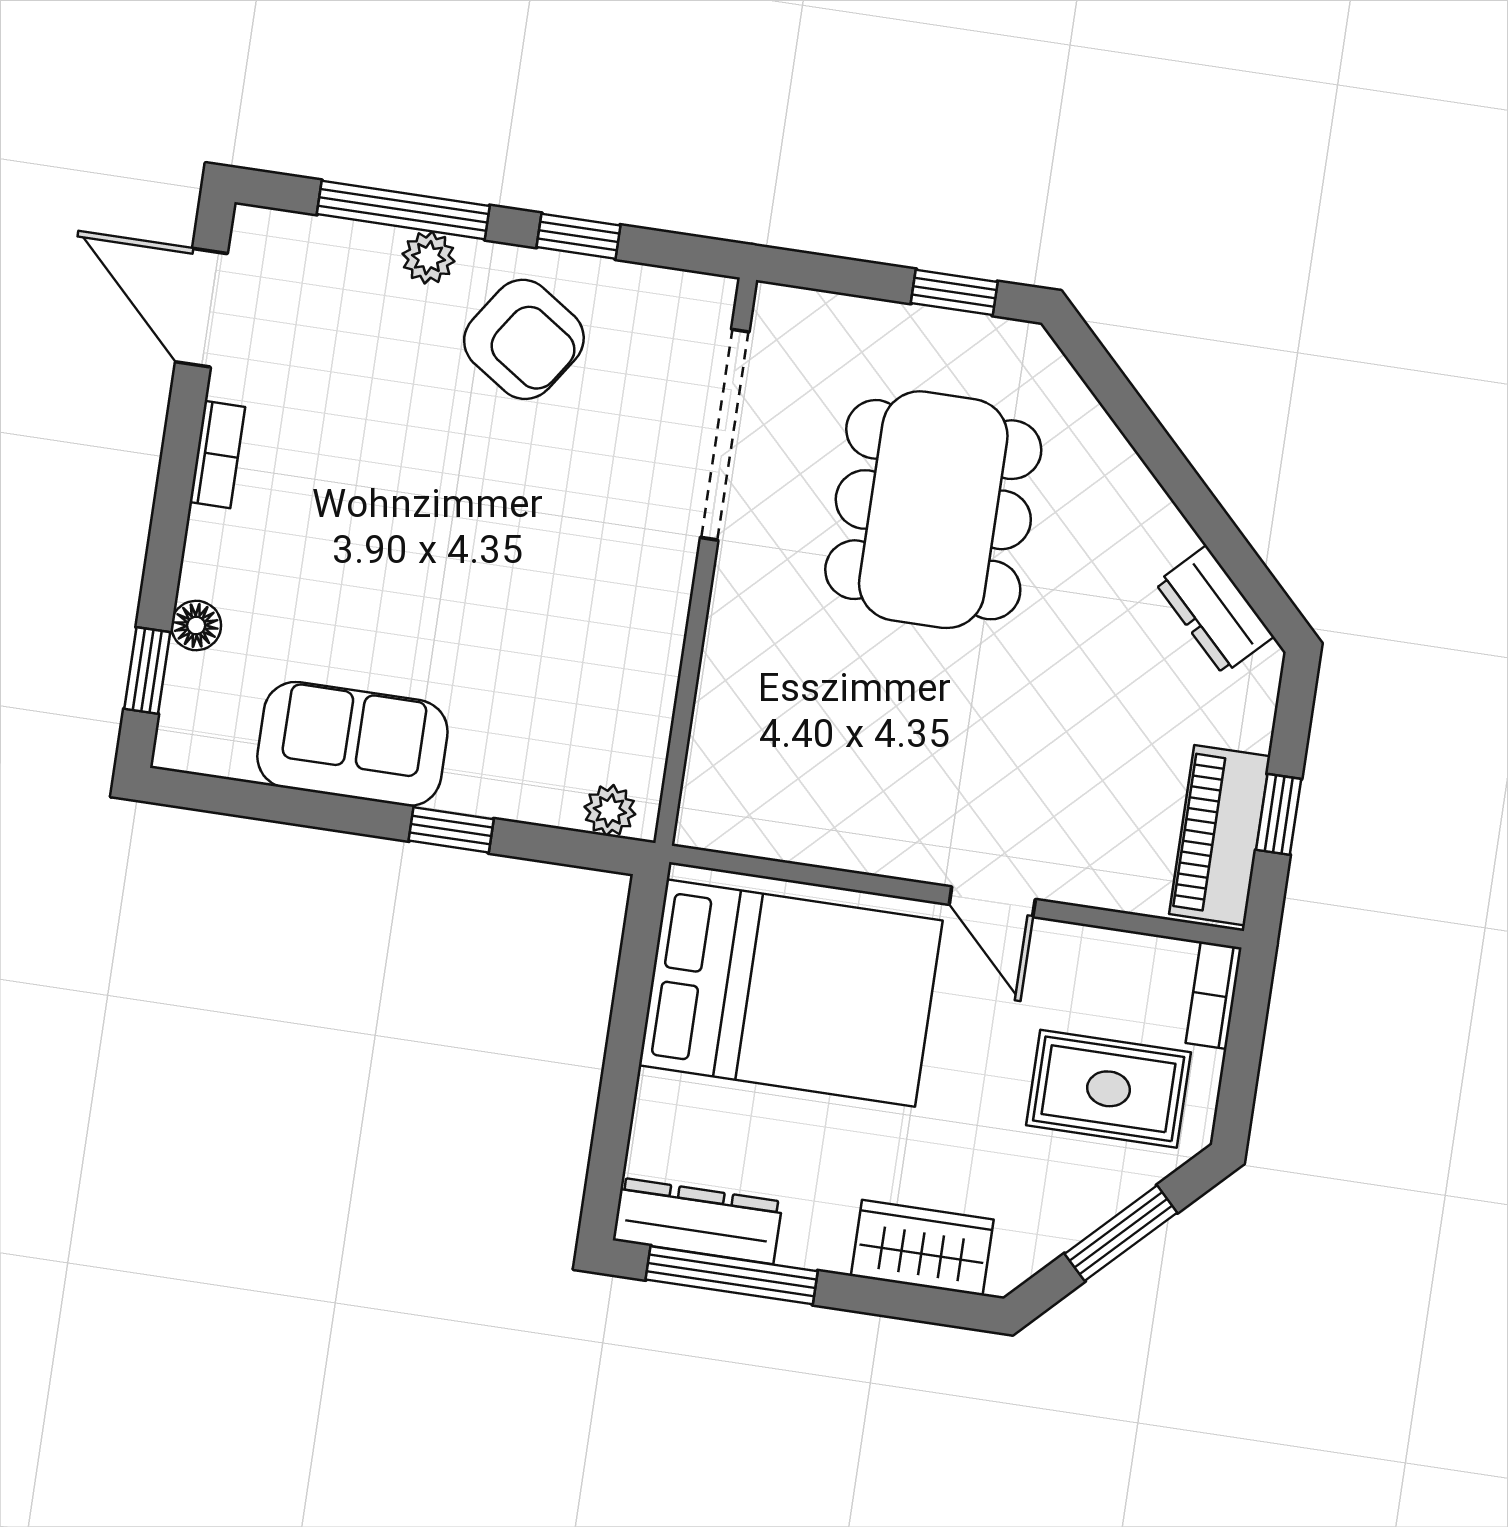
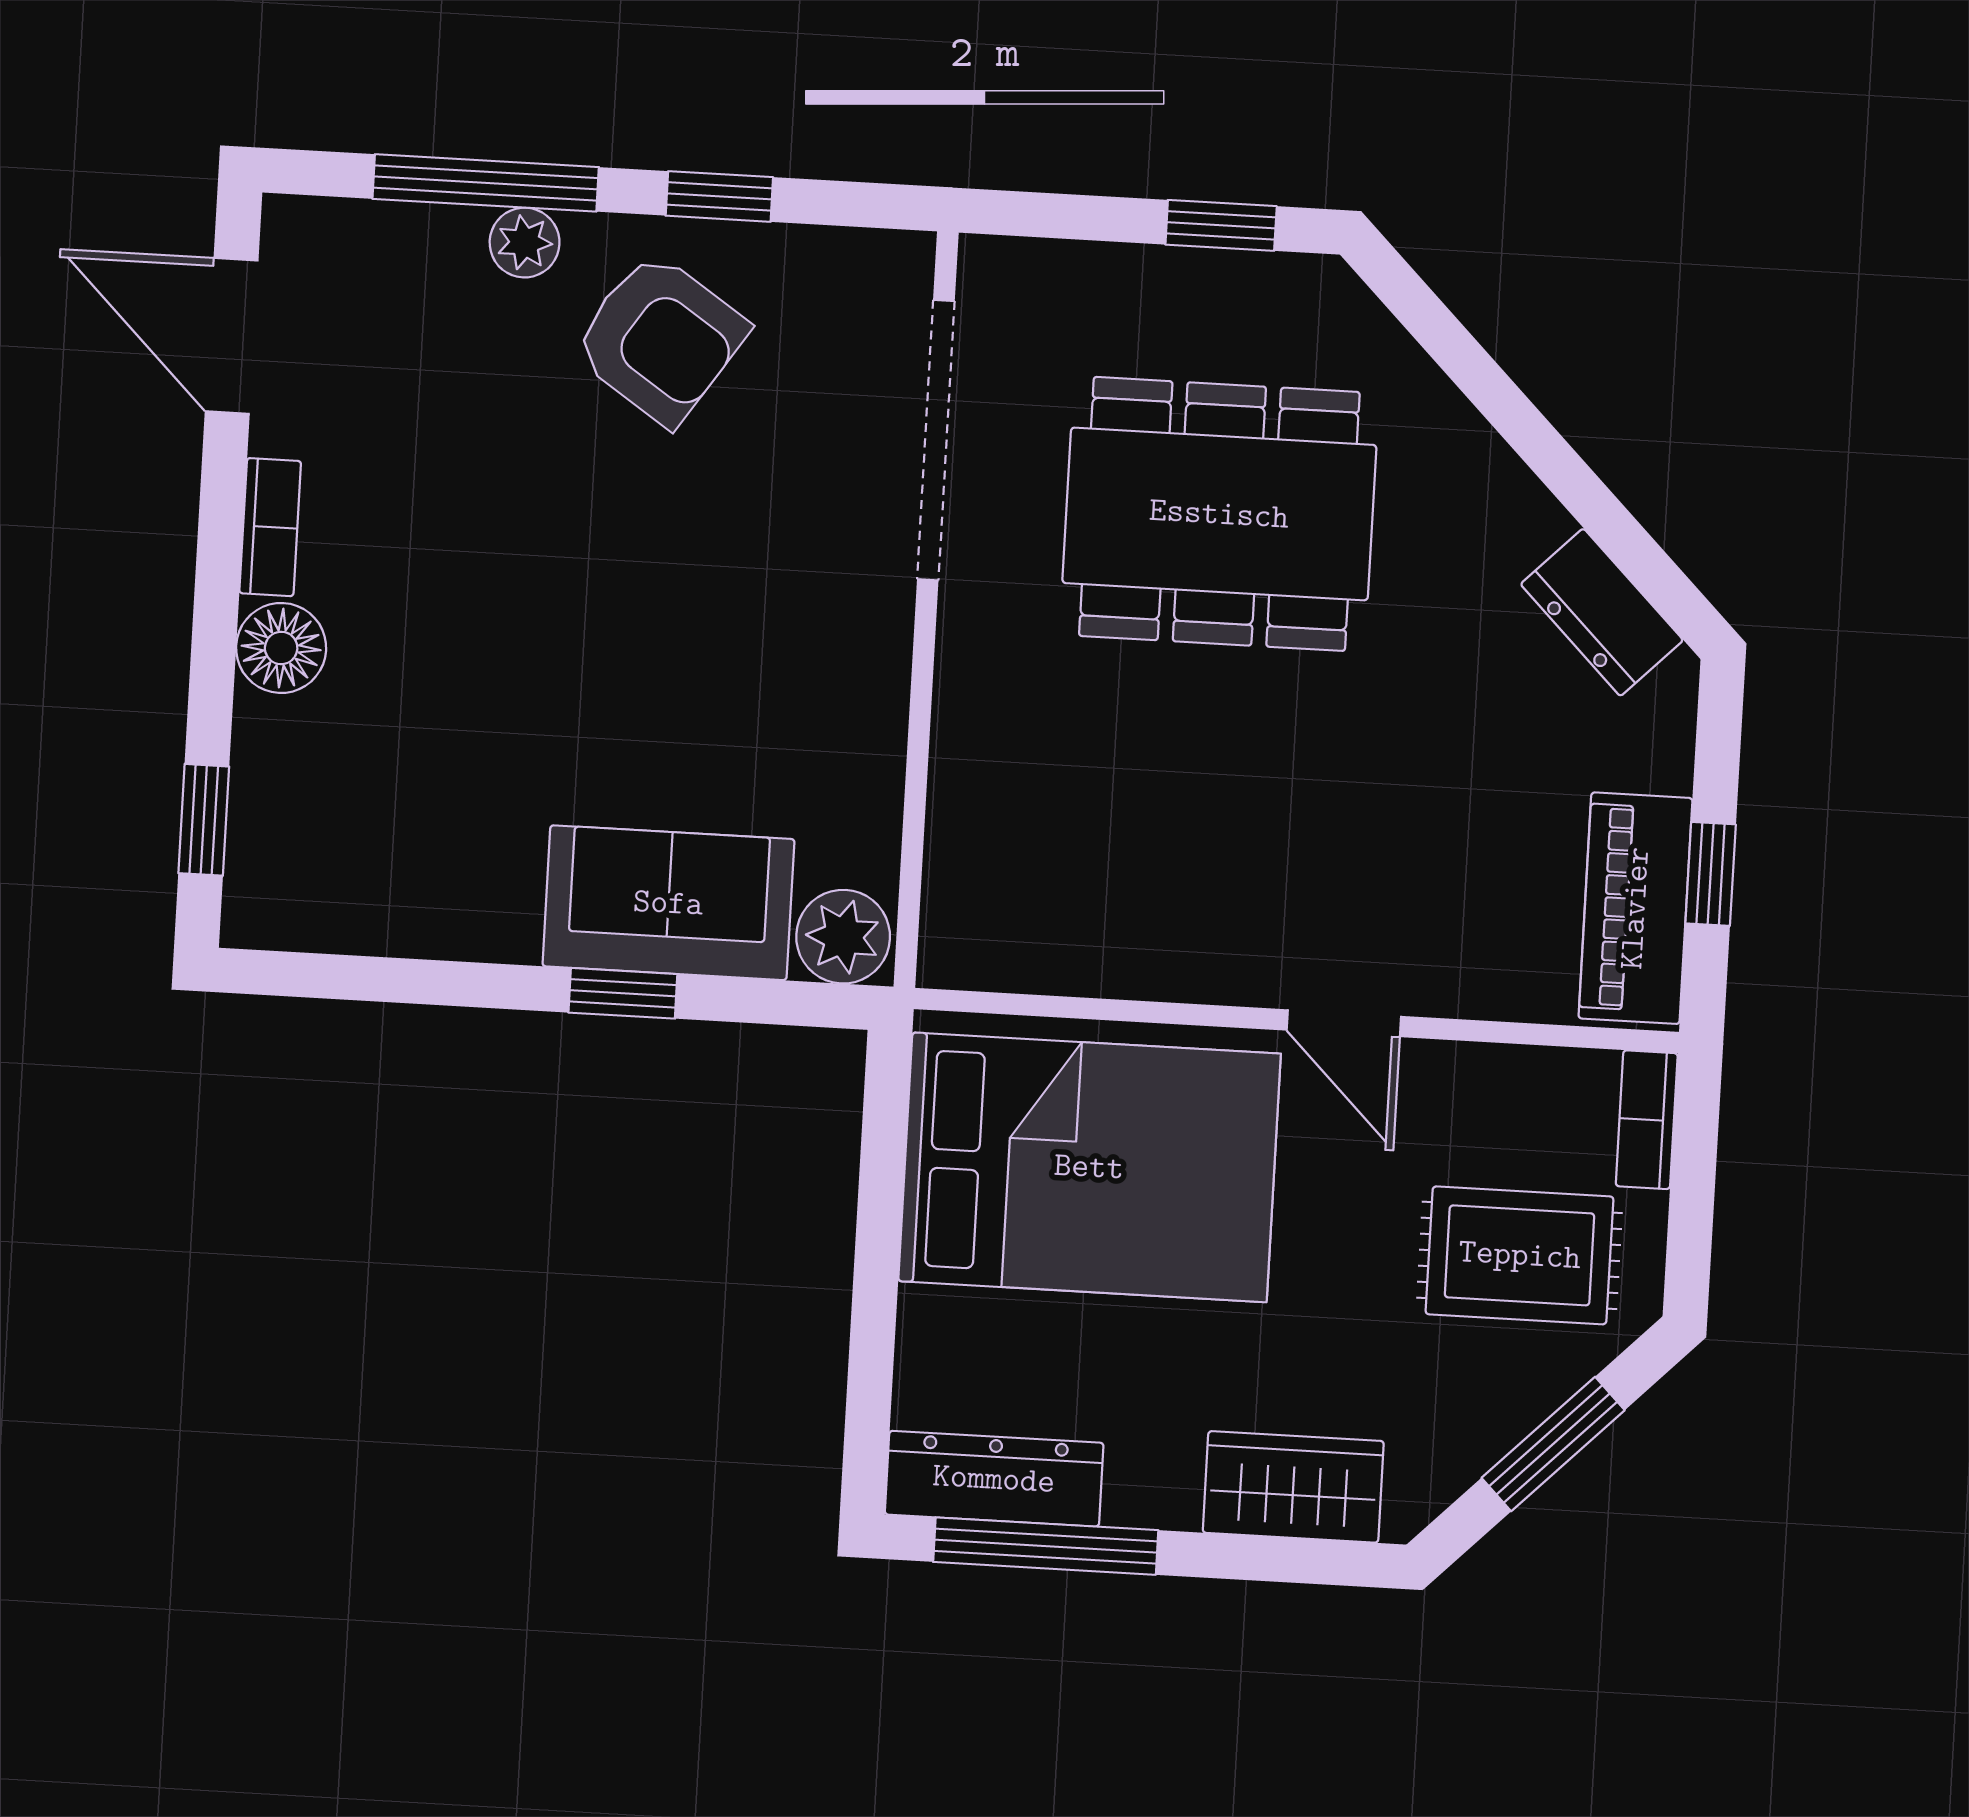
dining table: (933, 510) -> (1219, 514), turned 90
floor lamp: (196, 626) -> (281, 648), moved, width x1.37, depth x1.37
sofa: (352, 744) -> (668, 903), moved
plant: (610, 810) -> (843, 937), width x1.38, depth x1.38

